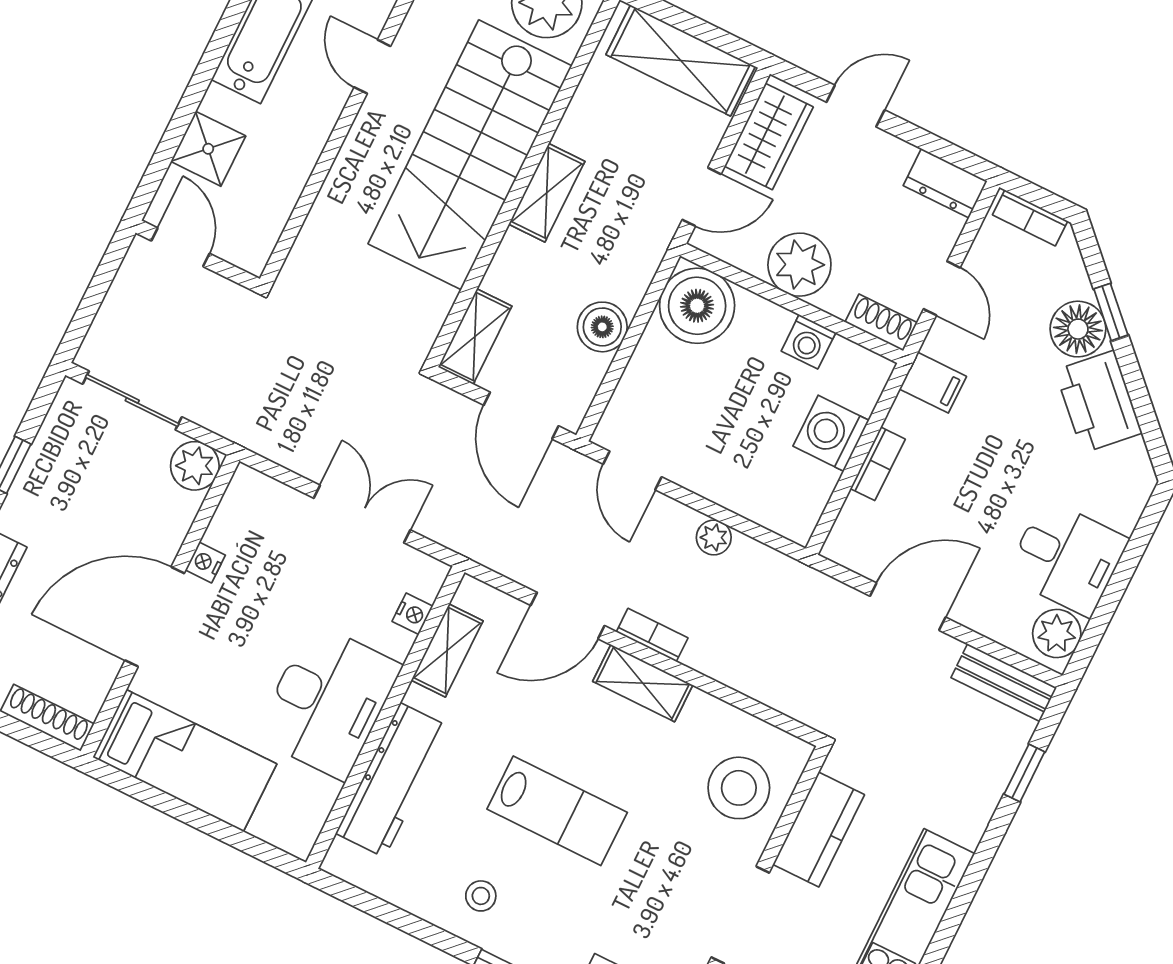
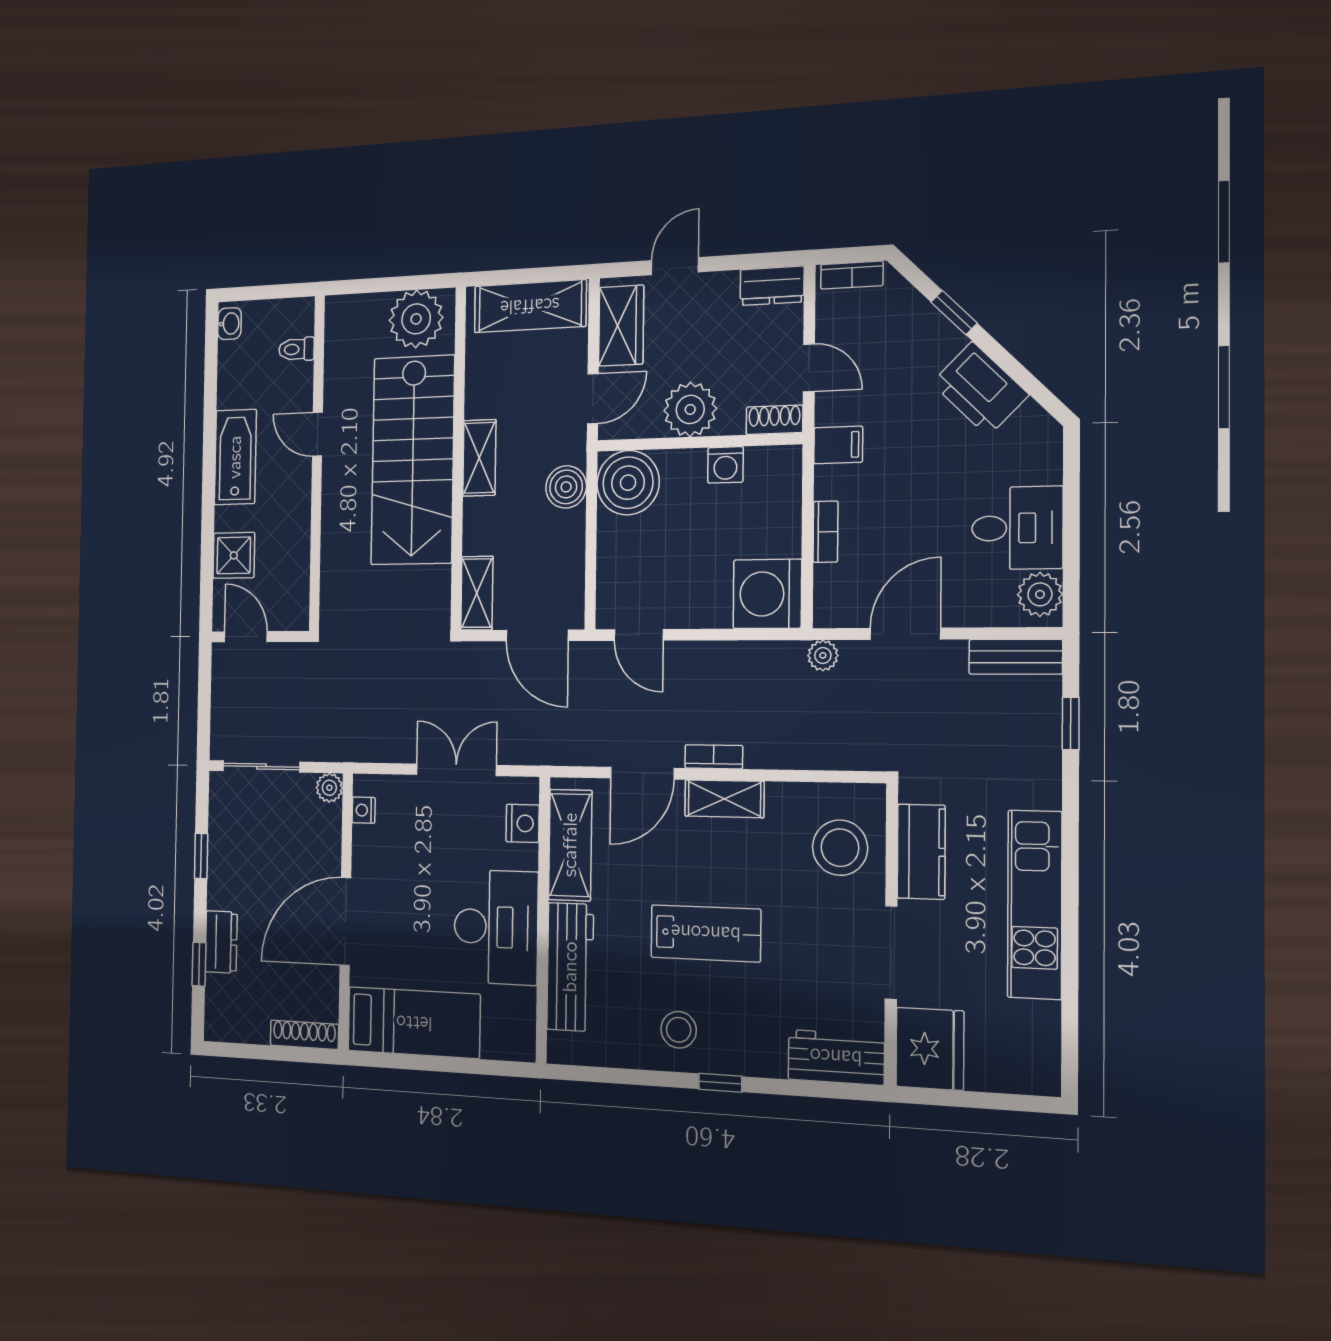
boiler: (602, 327) -> (566, 487), moved
floor lamp: (1078, 329) -> (934, 340), removed
washing machine: (831, 433) -> (767, 594), moved, width x1.37, depth x1.37
plant: (195, 466) -> (329, 788), width x0.73, depth x0.73
plant: (714, 537) -> (823, 655), moved
nightstand: (205, 562) -> (364, 810), moved
nightstand: (412, 614) -> (523, 823), width x1.39, depth x1.35
shelving: (447, 650) -> (570, 845), width x1.50, depth x1.33
stool: (481, 896) -> (679, 1030), width x1.37, depth x1.37

